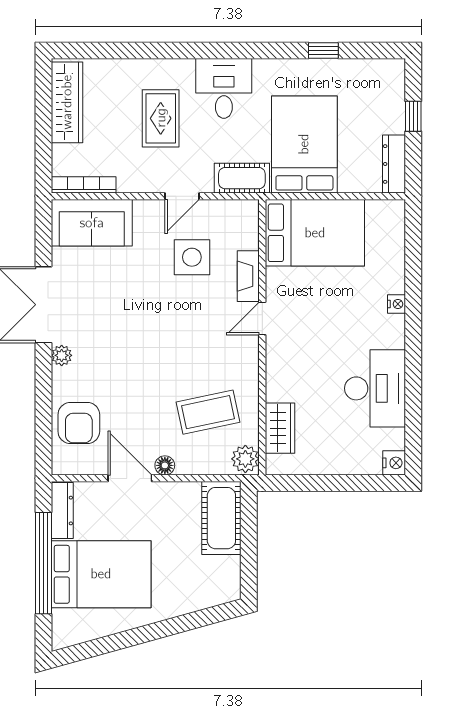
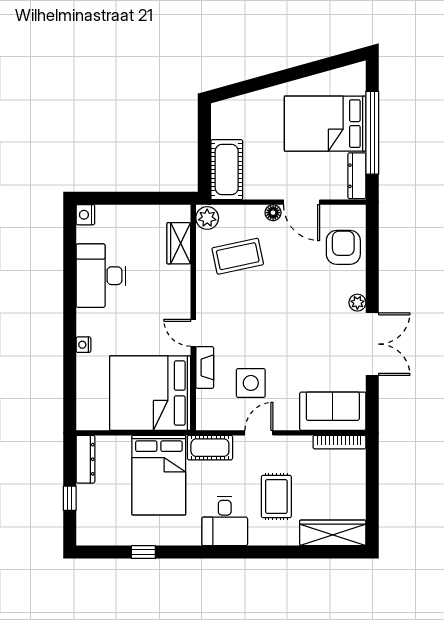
wardrobe: (67, 102) -> (333, 533), moved, turned 90
bed: (315, 233) -> (150, 393), width x1.36
door: (262, 319) -> (193, 333), swing flipped

